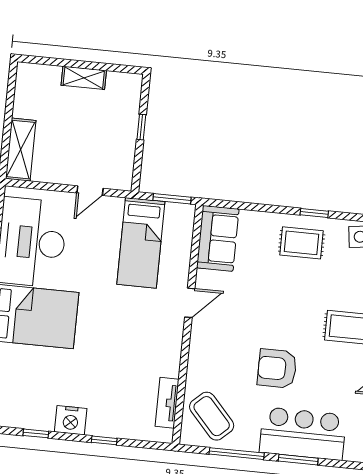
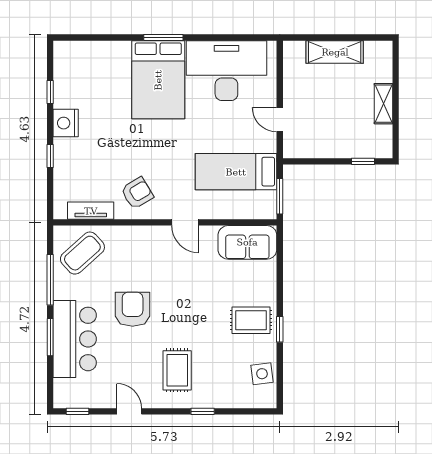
window: (141, 127) -> (363, 161), moved
shelving: (21, 150) -> (335, 52), moved
rug: (302, 243) -> (251, 320), turned 90
armchair: (153, 351) -> (137, 193), added

